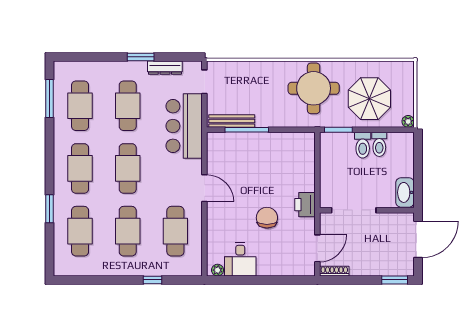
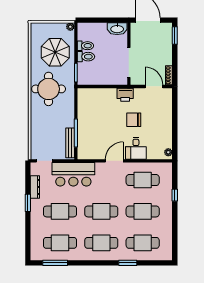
desk: (240, 259) -> (136, 148), moved, turned 90

